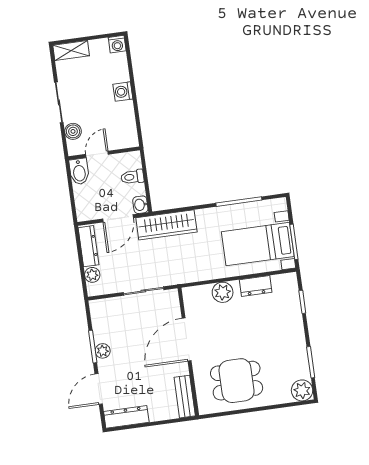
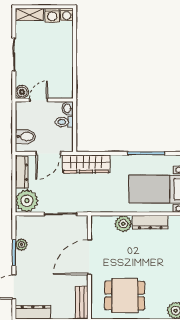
washing machine: (123, 92) -> (52, 15), moved, turned -90
boiler: (73, 131) -> (22, 92), moved
bidet: (79, 171) -> (26, 136), moved, turned -90
washbasin: (140, 205) -> (68, 108), moved
plant: (92, 275) -> (27, 201), width x1.87, depth x1.87
dresser: (256, 286) -> (150, 222), width x1.44
plant: (103, 351) -> (21, 245), moved

